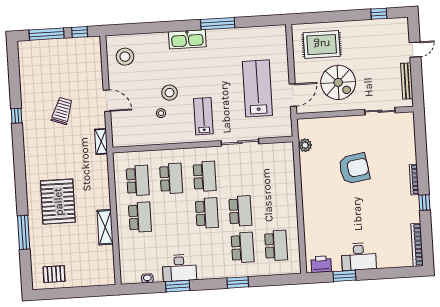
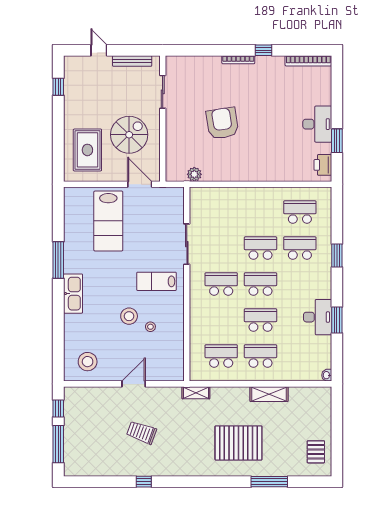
lab bench: (257, 88) -> (108, 221), moved, turned -90
shelving: (101, 142) -> (196, 393), moved
school desk: (171, 178) -> (261, 320), moved
washbasin: (147, 278) -> (327, 375), moved

